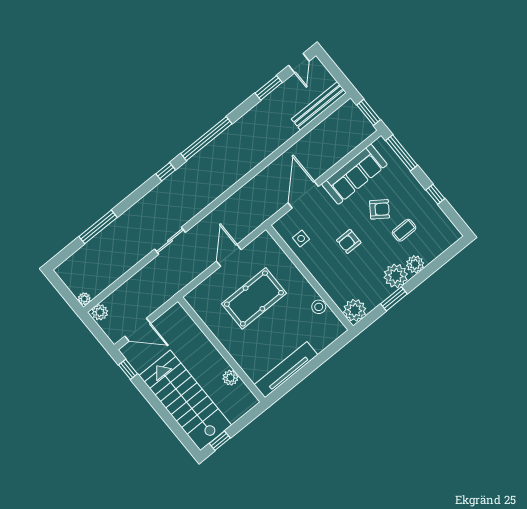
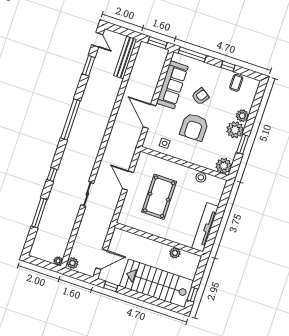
window: (166, 172) -> (52, 175), moved
coffee table: (404, 230) -> (236, 83), moved
armchair: (349, 241) -> (194, 127), width x1.88, depth x1.88

